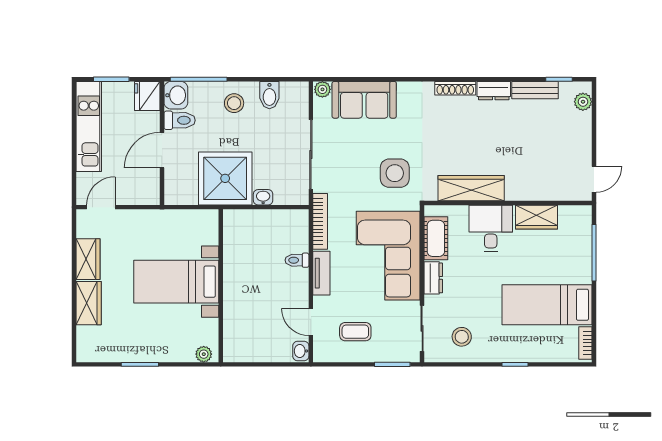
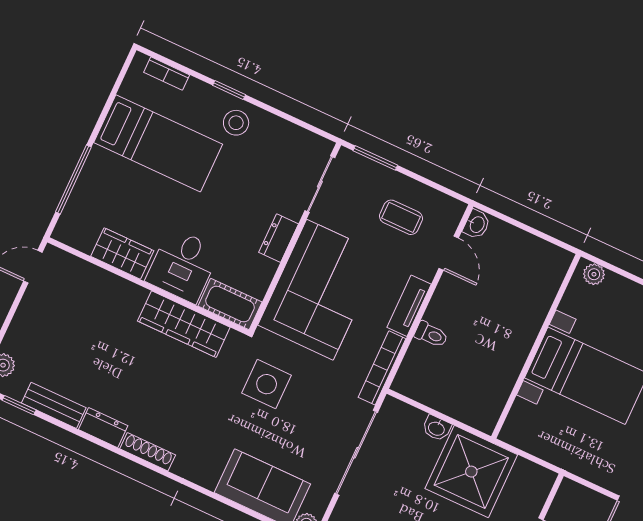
cot: (436, 238) -> (230, 304), moved, turned 90
stool: (462, 337) -> (236, 123), moved
bookcase: (585, 343) -> (167, 74), moved, turned 90

